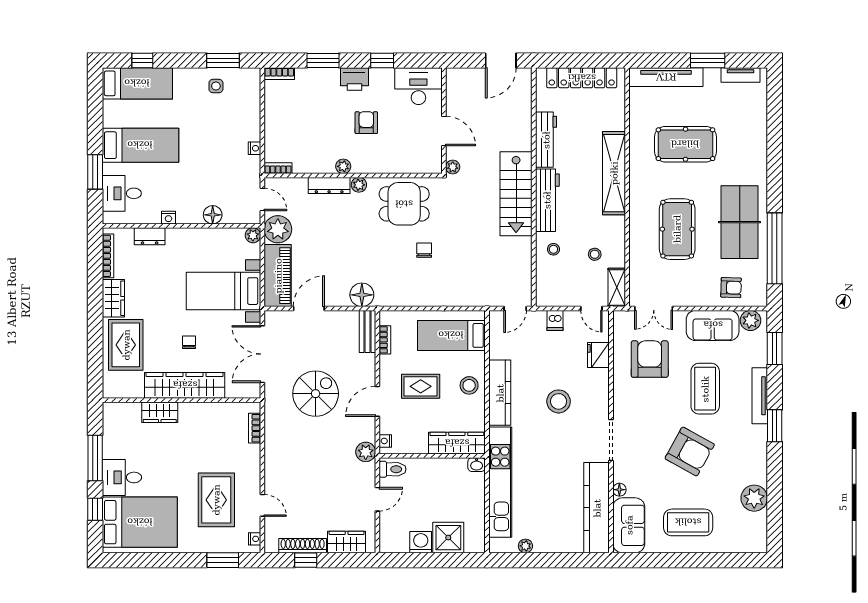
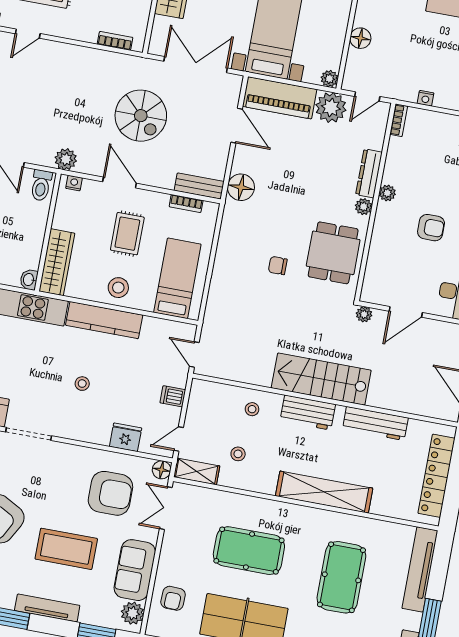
workbench: (547, 200) -> (308, 412), width x0.73
chair: (424, 250) -> (278, 266), turned 180
floor lamp: (621, 318) -> (162, 470), added
stool: (559, 401) -> (82, 384), width x0.53, depth x0.53

